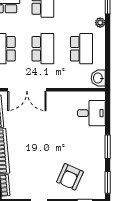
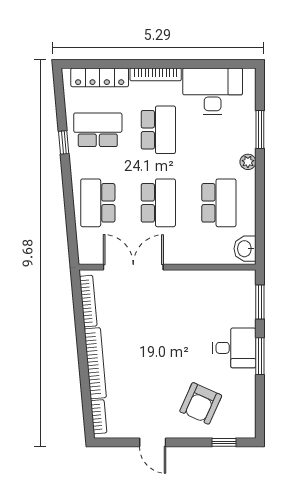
double door: (27, 90) -> (133, 267), swing flipped
desk: (91, 113) -> (234, 348), moved
window: (108, 182) -> (260, 302), moved

